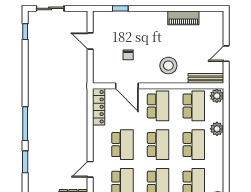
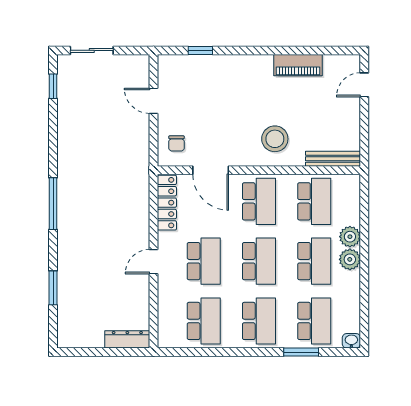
door: (226, 54) -> (364, 85), moved
chair: (128, 55) -> (177, 143), moved
plant: (217, 96) -> (350, 259), moved
window: (25, 124) -> (53, 204), moved
door: (90, 169) -> (154, 262), moved

